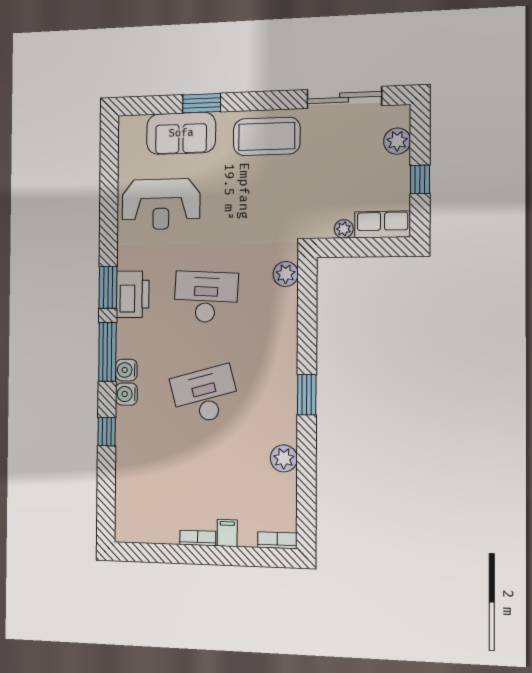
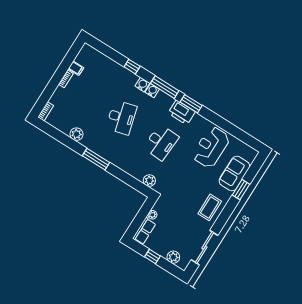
coffee table: (267, 136) -> (210, 207), width x0.73, depth x0.76
window: (307, 395) -> (96, 159), width x1.44
filing cabinet: (227, 533) -> (76, 68), moved

